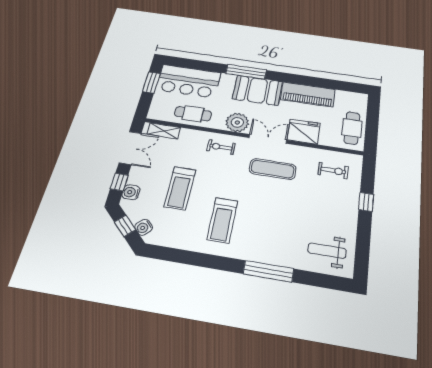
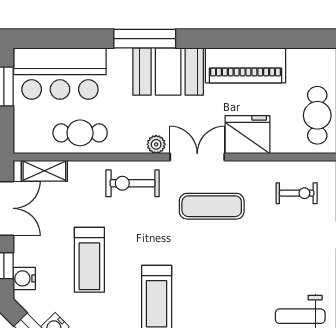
plant: (237, 122) -> (156, 144), width x0.53, depth x0.53
exercise bike: (221, 147) -> (133, 183), width x1.38, depth x1.39

